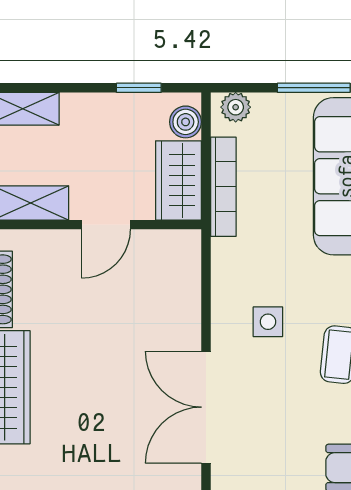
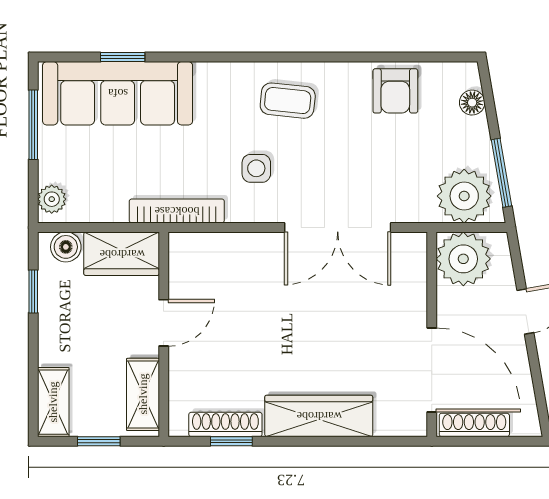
bookcase: (223, 187) -> (177, 211), moved
door: (106, 225) -> (164, 323), hinge flipped

